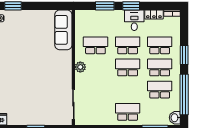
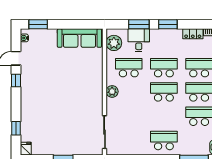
desk: (134, 20) -> (139, 40), moved
plant: (82, 23) -> (114, 43), added
sofa: (63, 30) -> (79, 38), moved, turned -90

